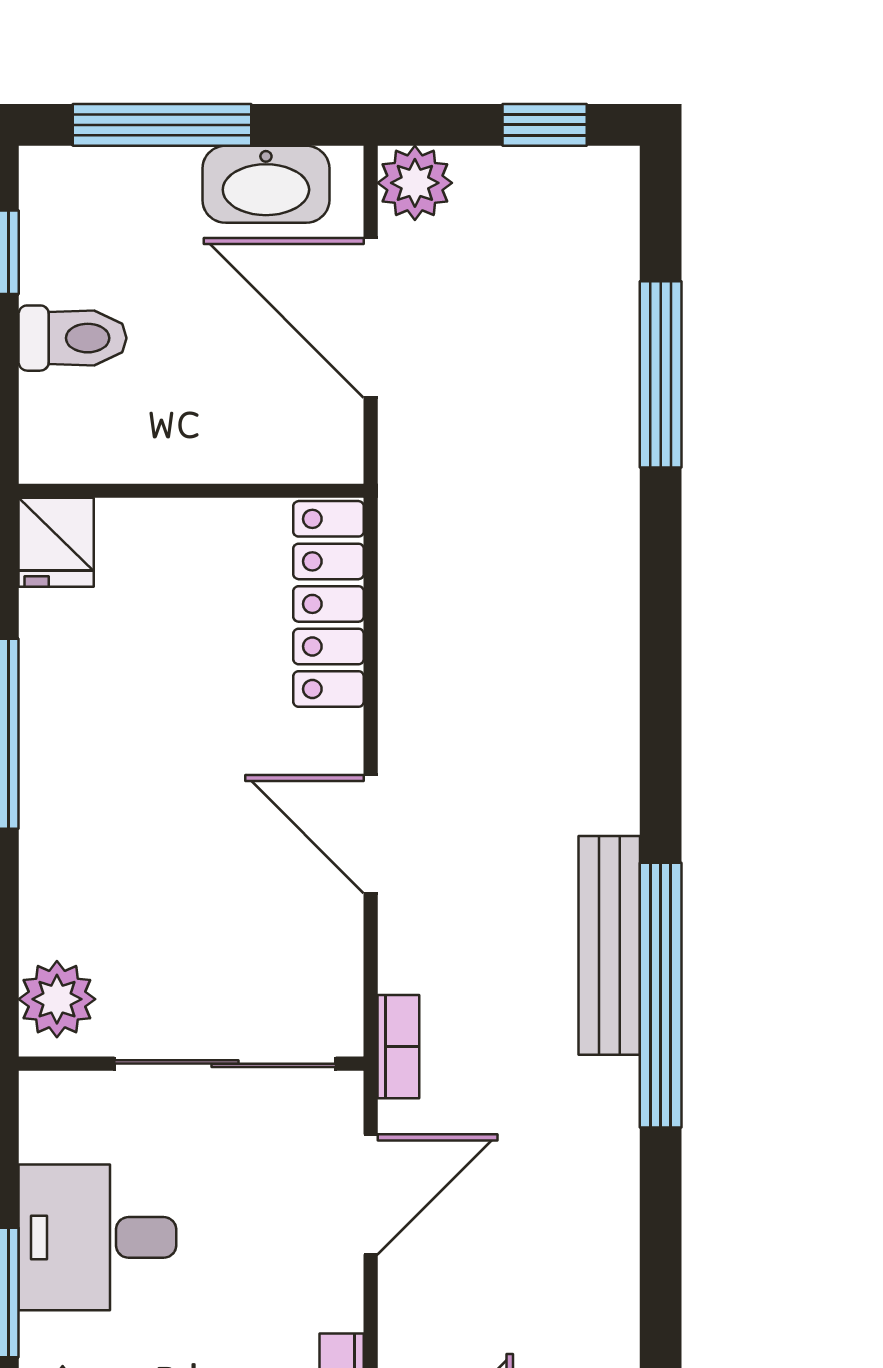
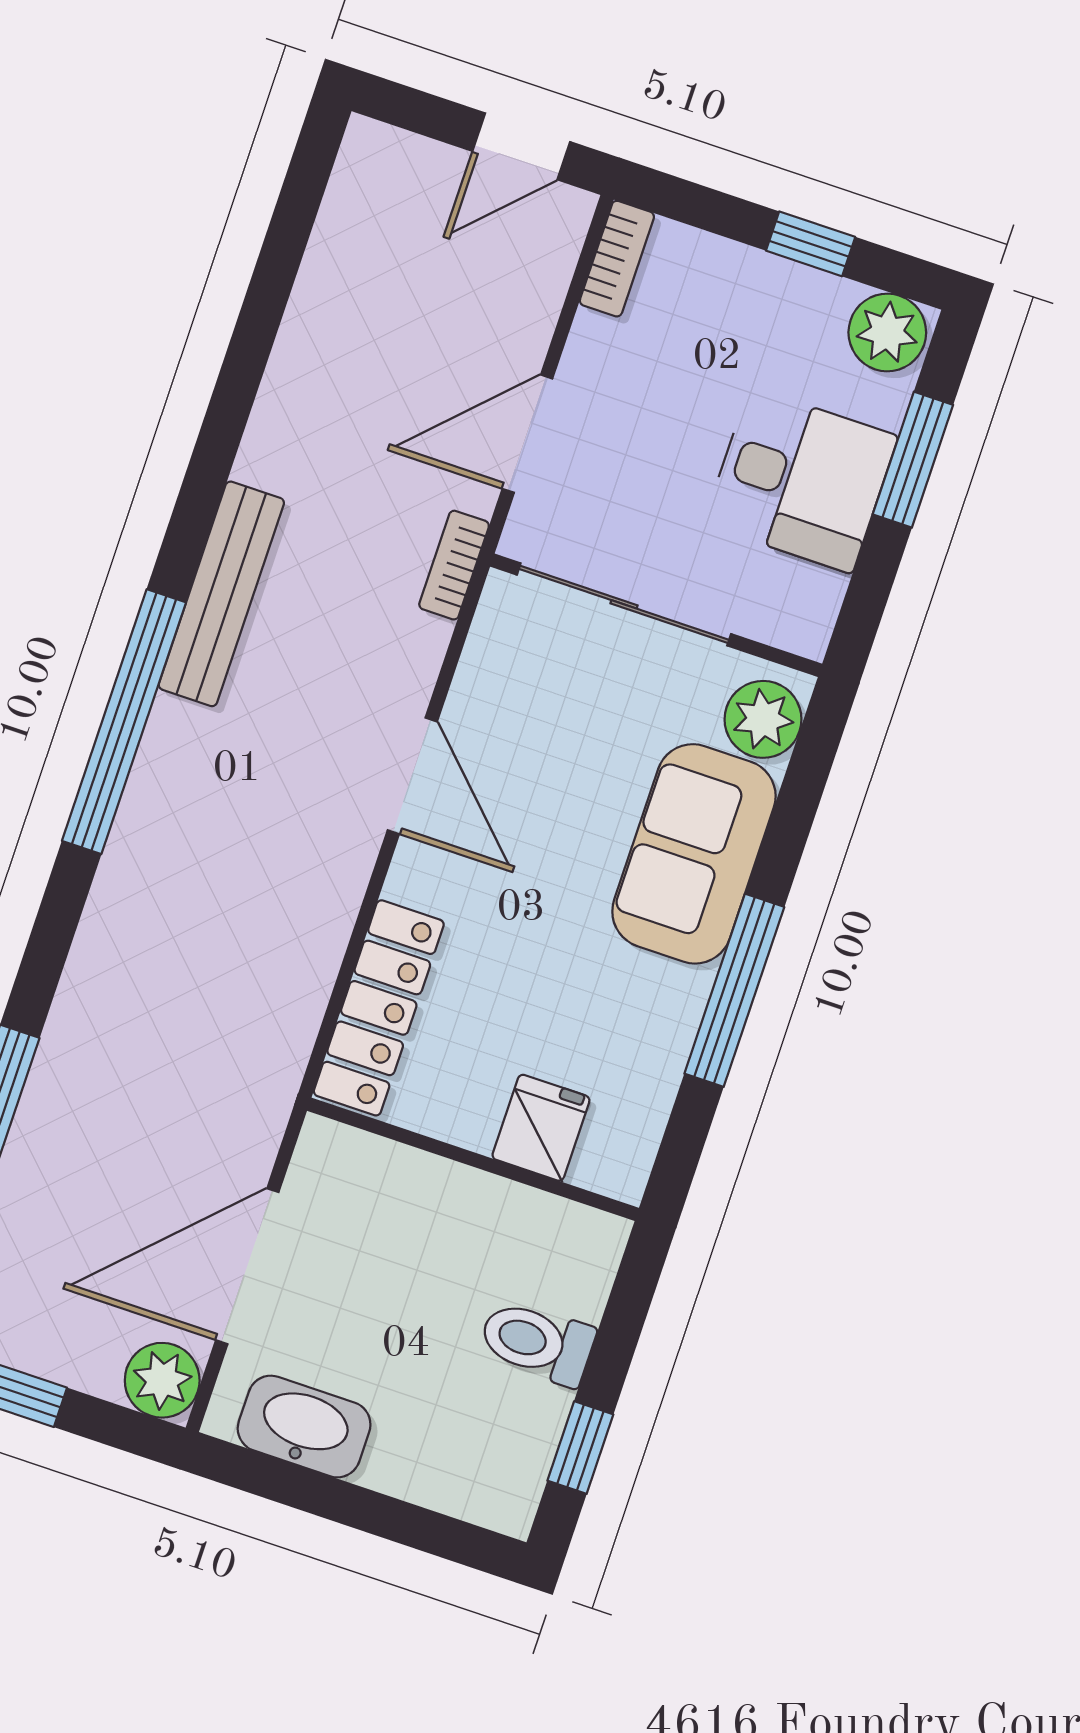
window: (162, 125) -> (384, 1516), removed
door: (371, 318) -> (247, 1266), swing flipped
fridge: (56, 542) -> (541, 1128), moved
sofa: (79, 850) -> (694, 854), added
window: (661, 995) -> (124, 722), moved

